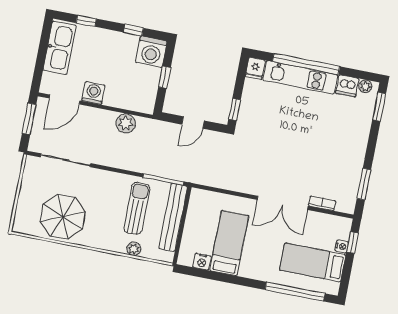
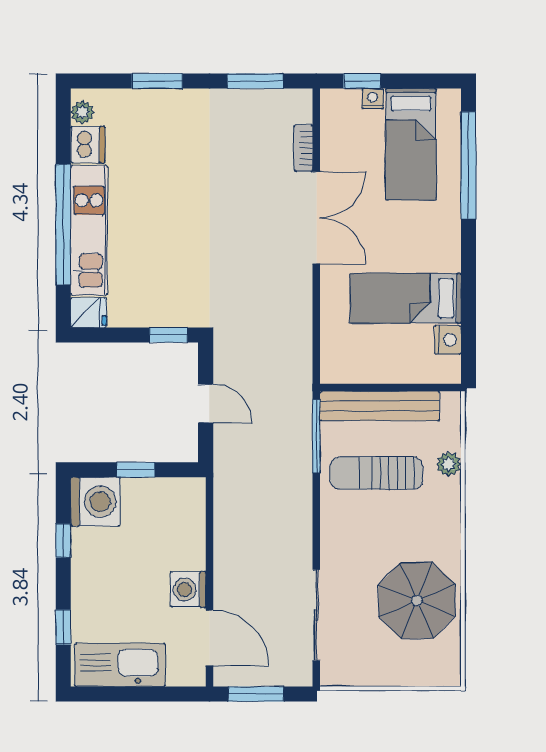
window: (379, 107) -> (157, 81), moved
plant: (126, 123) -> (230, 522), removed

